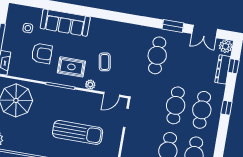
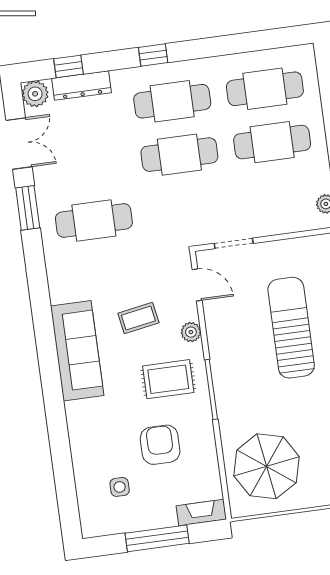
sofa: (65, 23) -> (77, 351), moved
rug: (71, 67) -> (168, 379), turned 90

